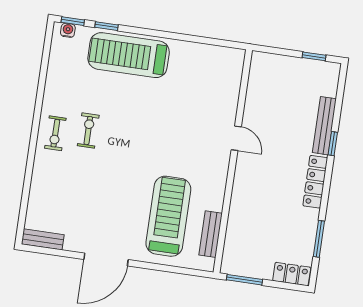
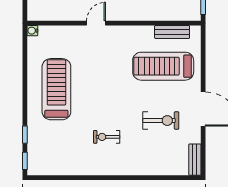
water cooler: (68, 30) -> (32, 31), moved
treadmill: (129, 55) -> (56, 89), moved, turned 180
exercise bike: (55, 133) -> (161, 121), moved, width x1.38, depth x1.39

